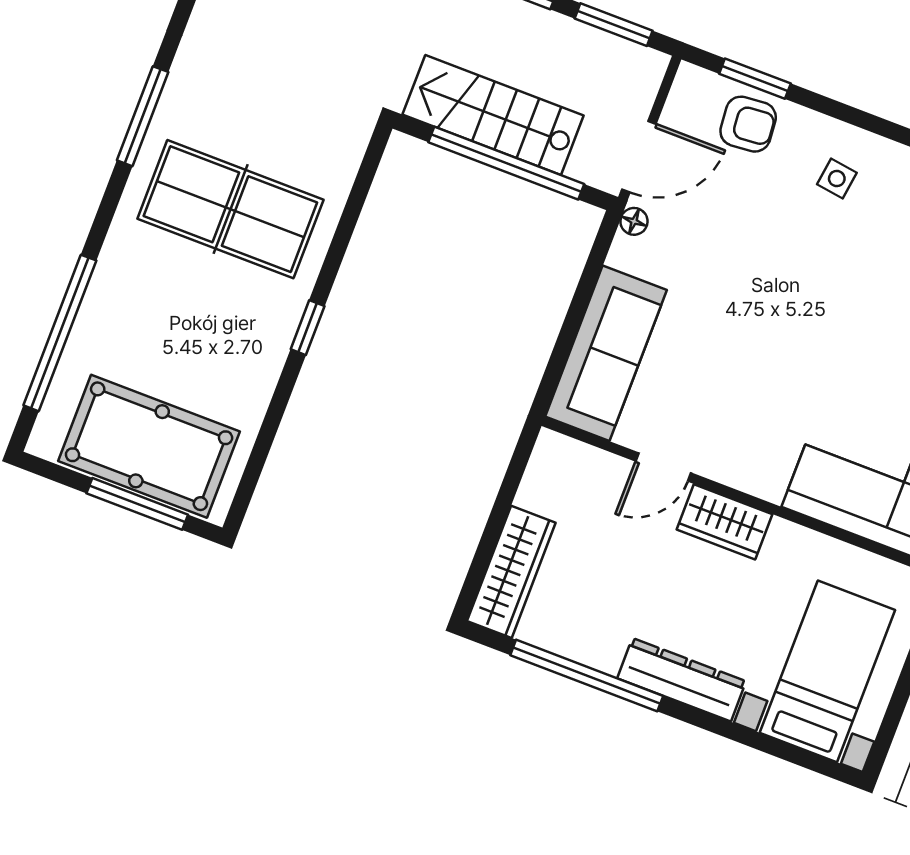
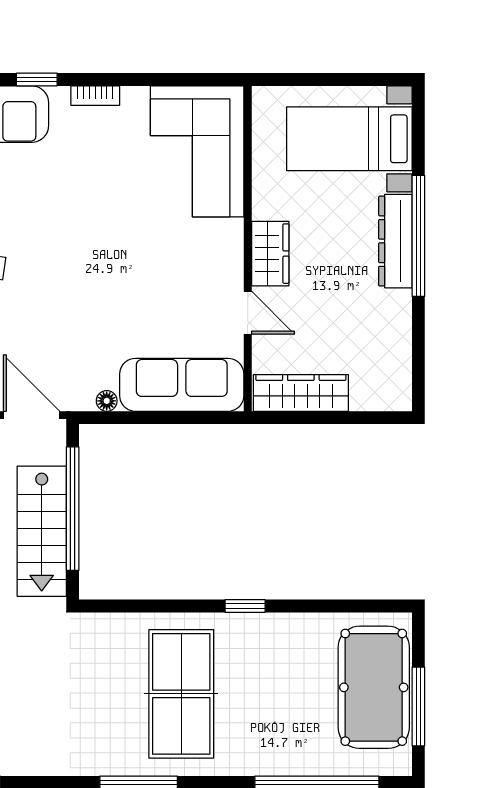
floor lamp: (634, 221) -> (107, 401), moved
window: (137, 504) -> (418, 706), moved
wardrobe: (511, 572) -> (301, 393), moved
window: (587, 676) -> (418, 236), moved

